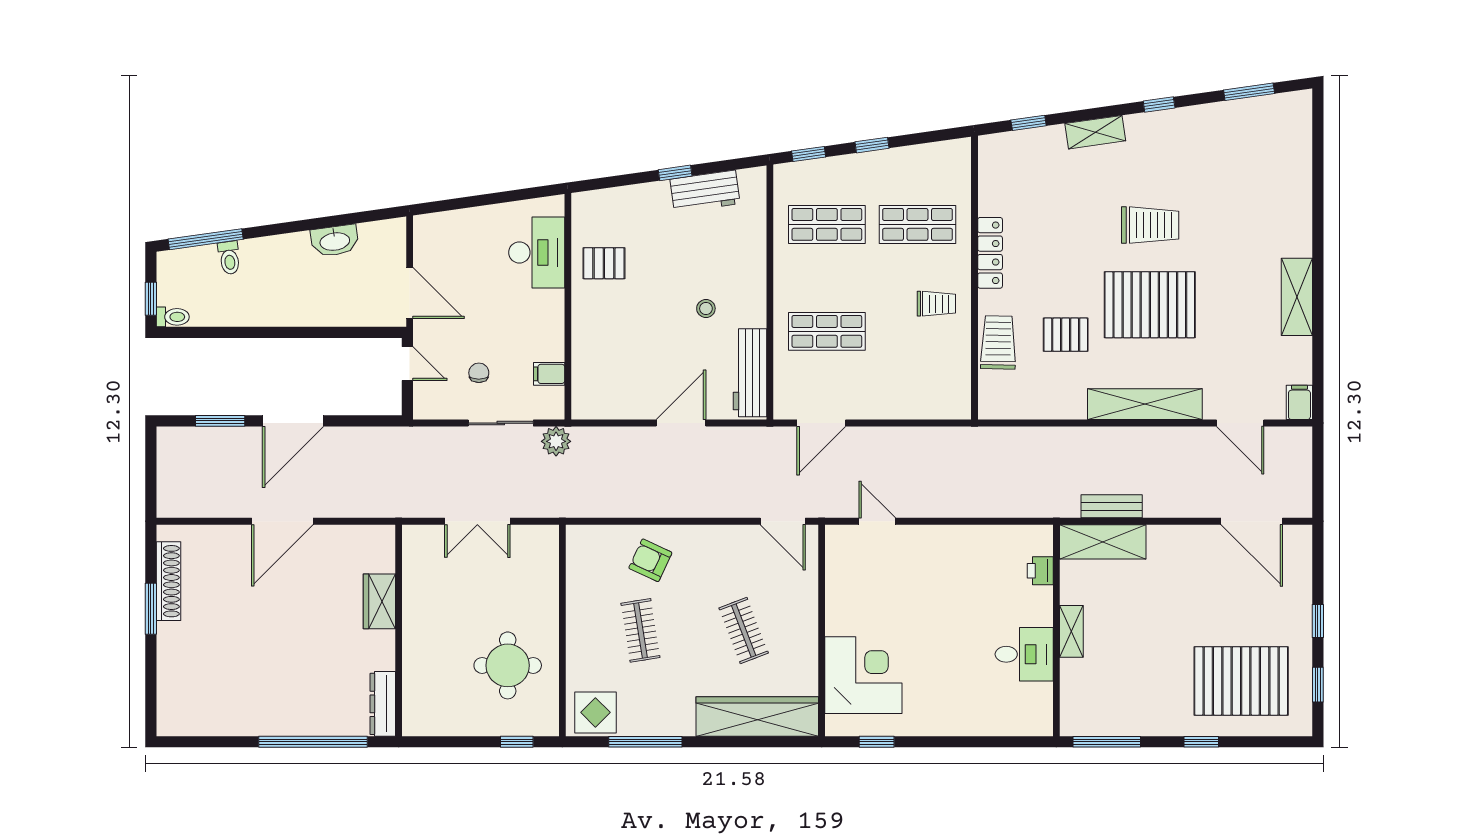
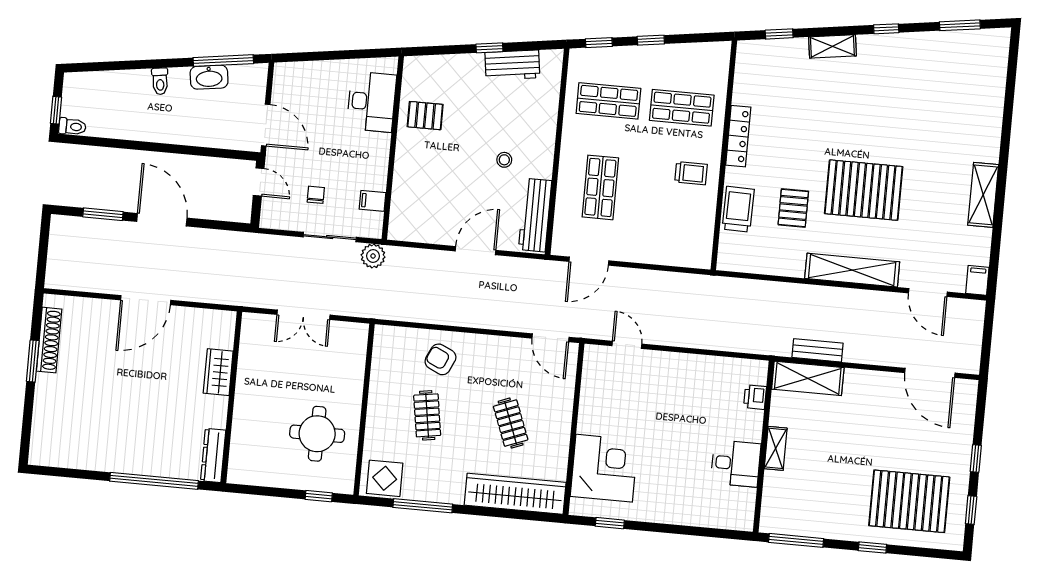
trolley: (1150, 225) -> (870, 126), removed
window: (206, 239) -> (223, 61), moved
toilet: (229, 258) -> (160, 81), moved
shop shelf: (827, 331) -> (600, 187), turned 90
pallet: (1066, 335) -> (793, 208), turned 90
door: (293, 421) -> (162, 220), swing flipped

